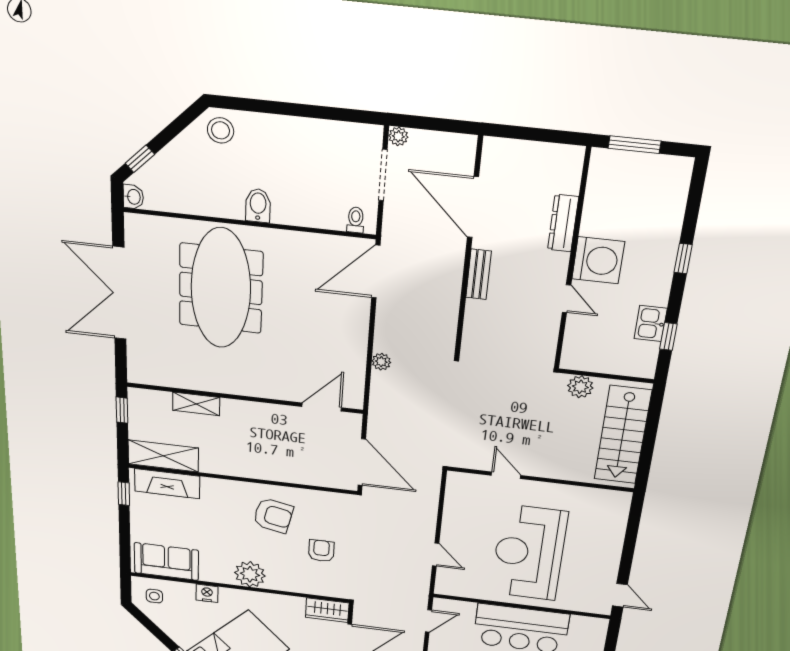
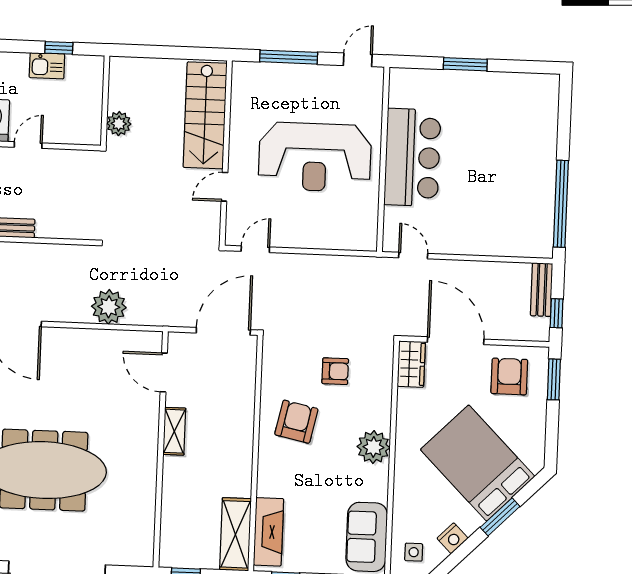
plant: (381, 362) -> (109, 307), width x1.87, depth x1.87
shelving: (196, 404) -> (174, 431), moved
stairs: (623, 435) -> (205, 115), moved, turned 90
window: (630, 540) -> (289, 57), added
armchair: (321, 551) -> (335, 371), turned 180
door: (436, 555) -> (255, 249), moved
nightstand: (207, 593) -> (453, 538), moved, turned -135

